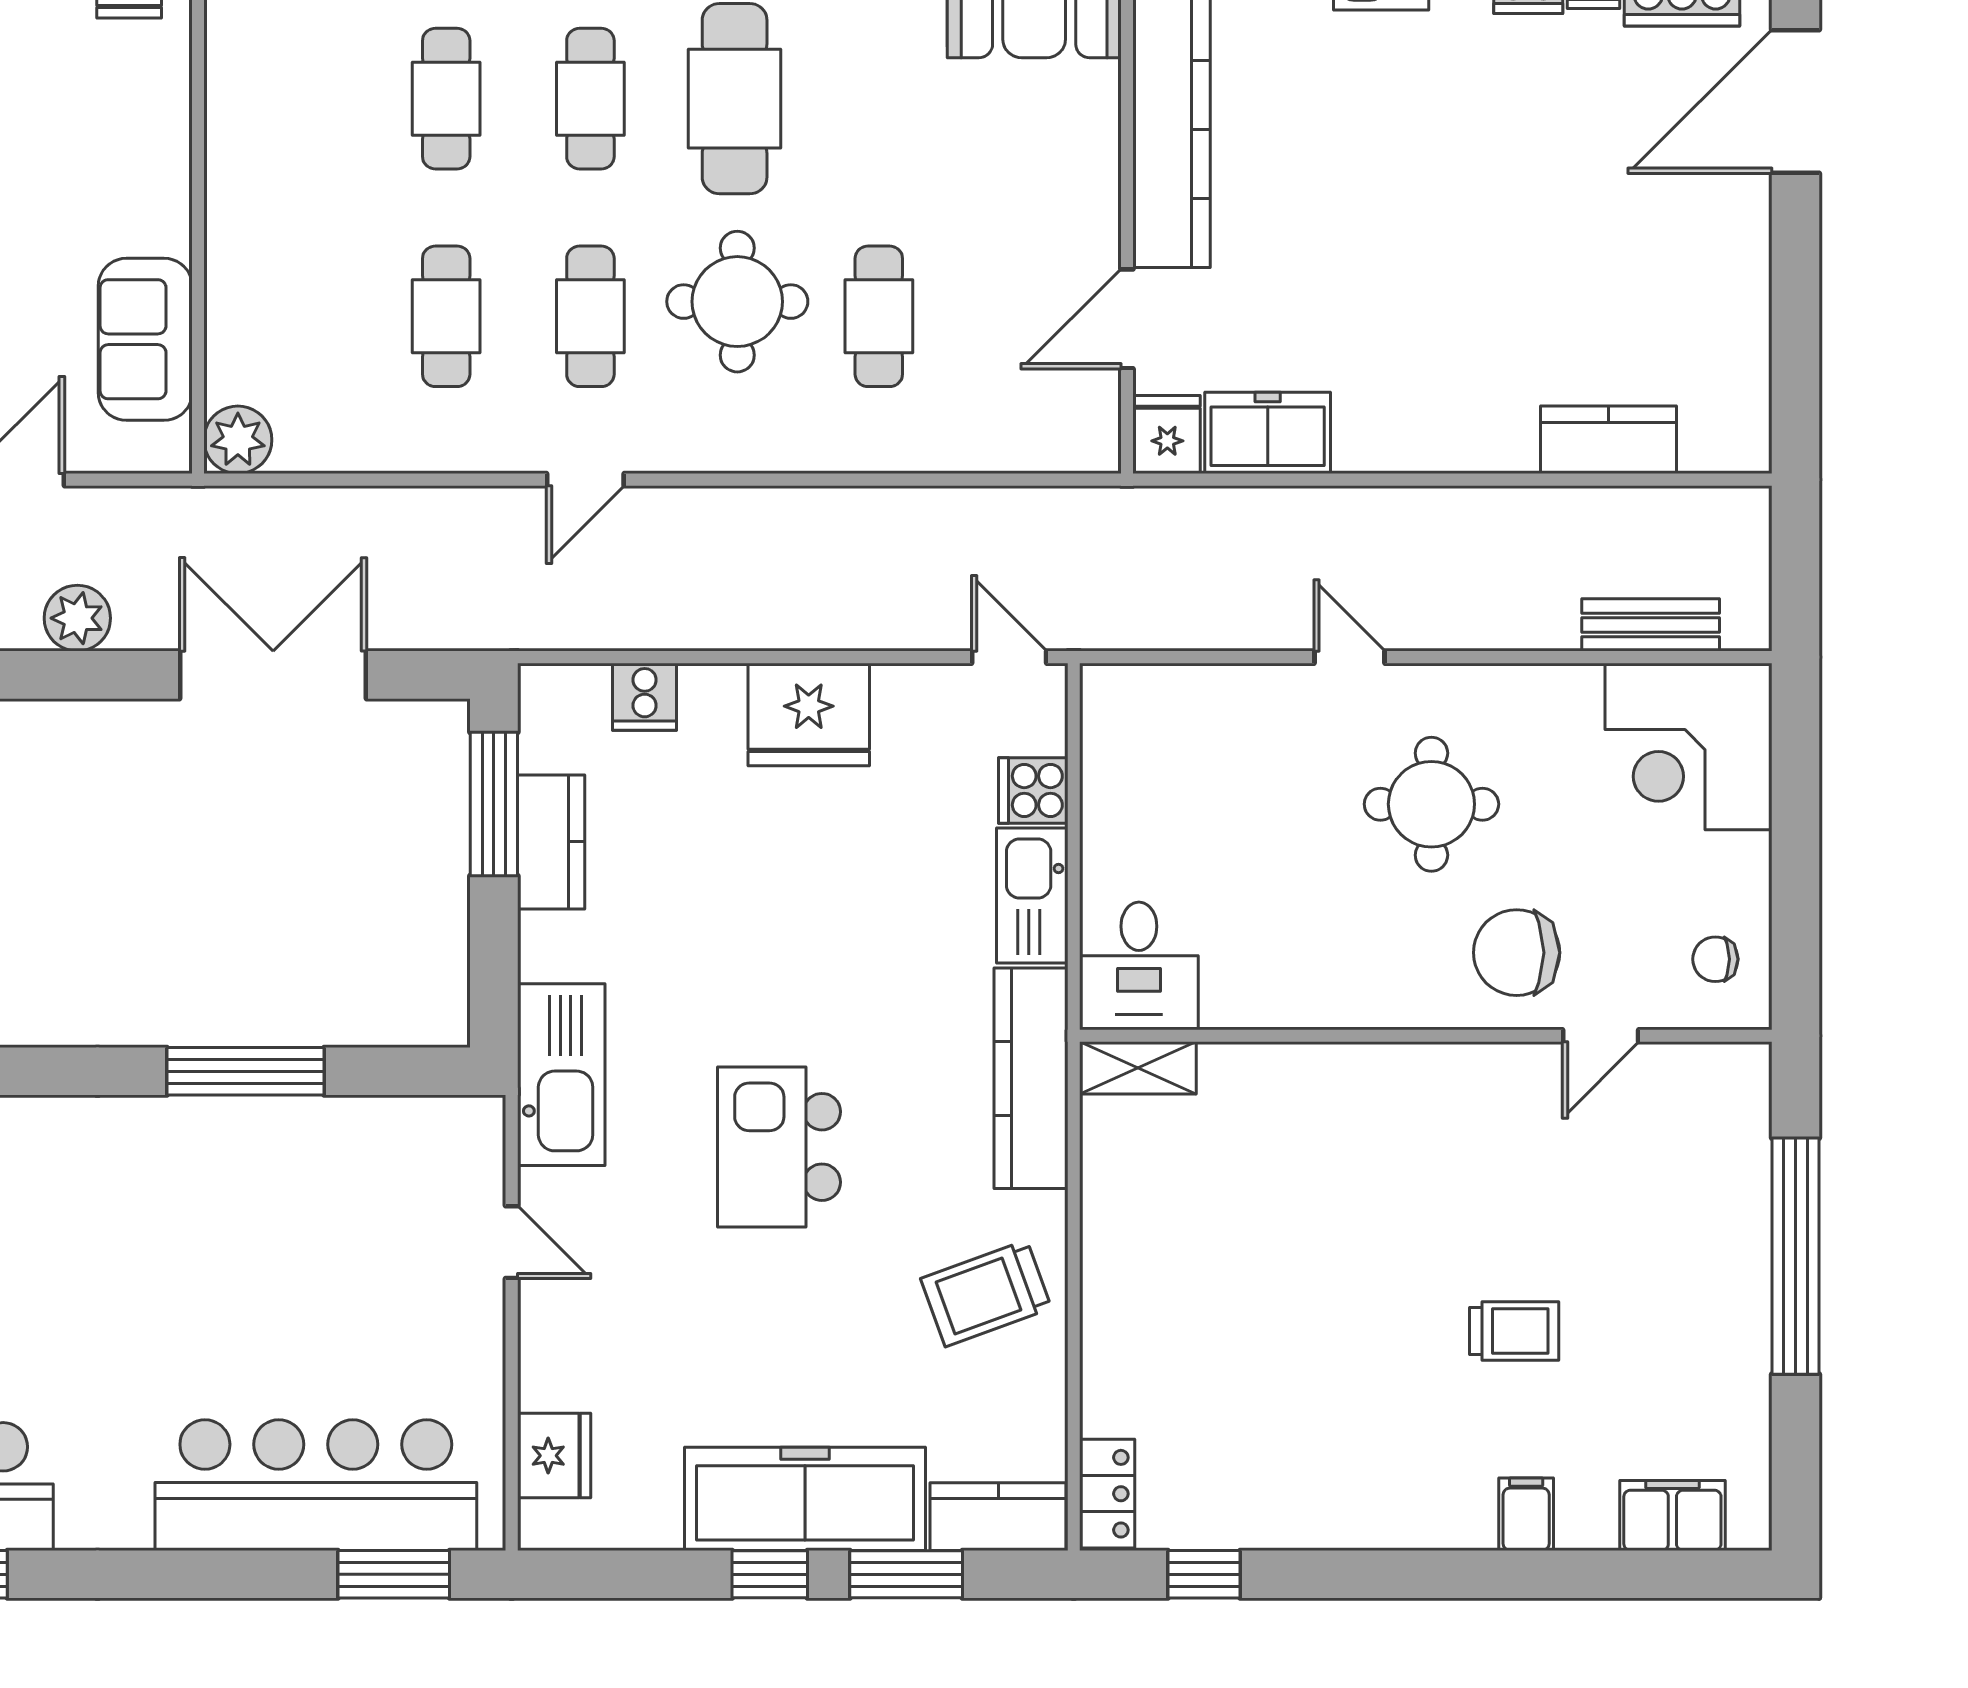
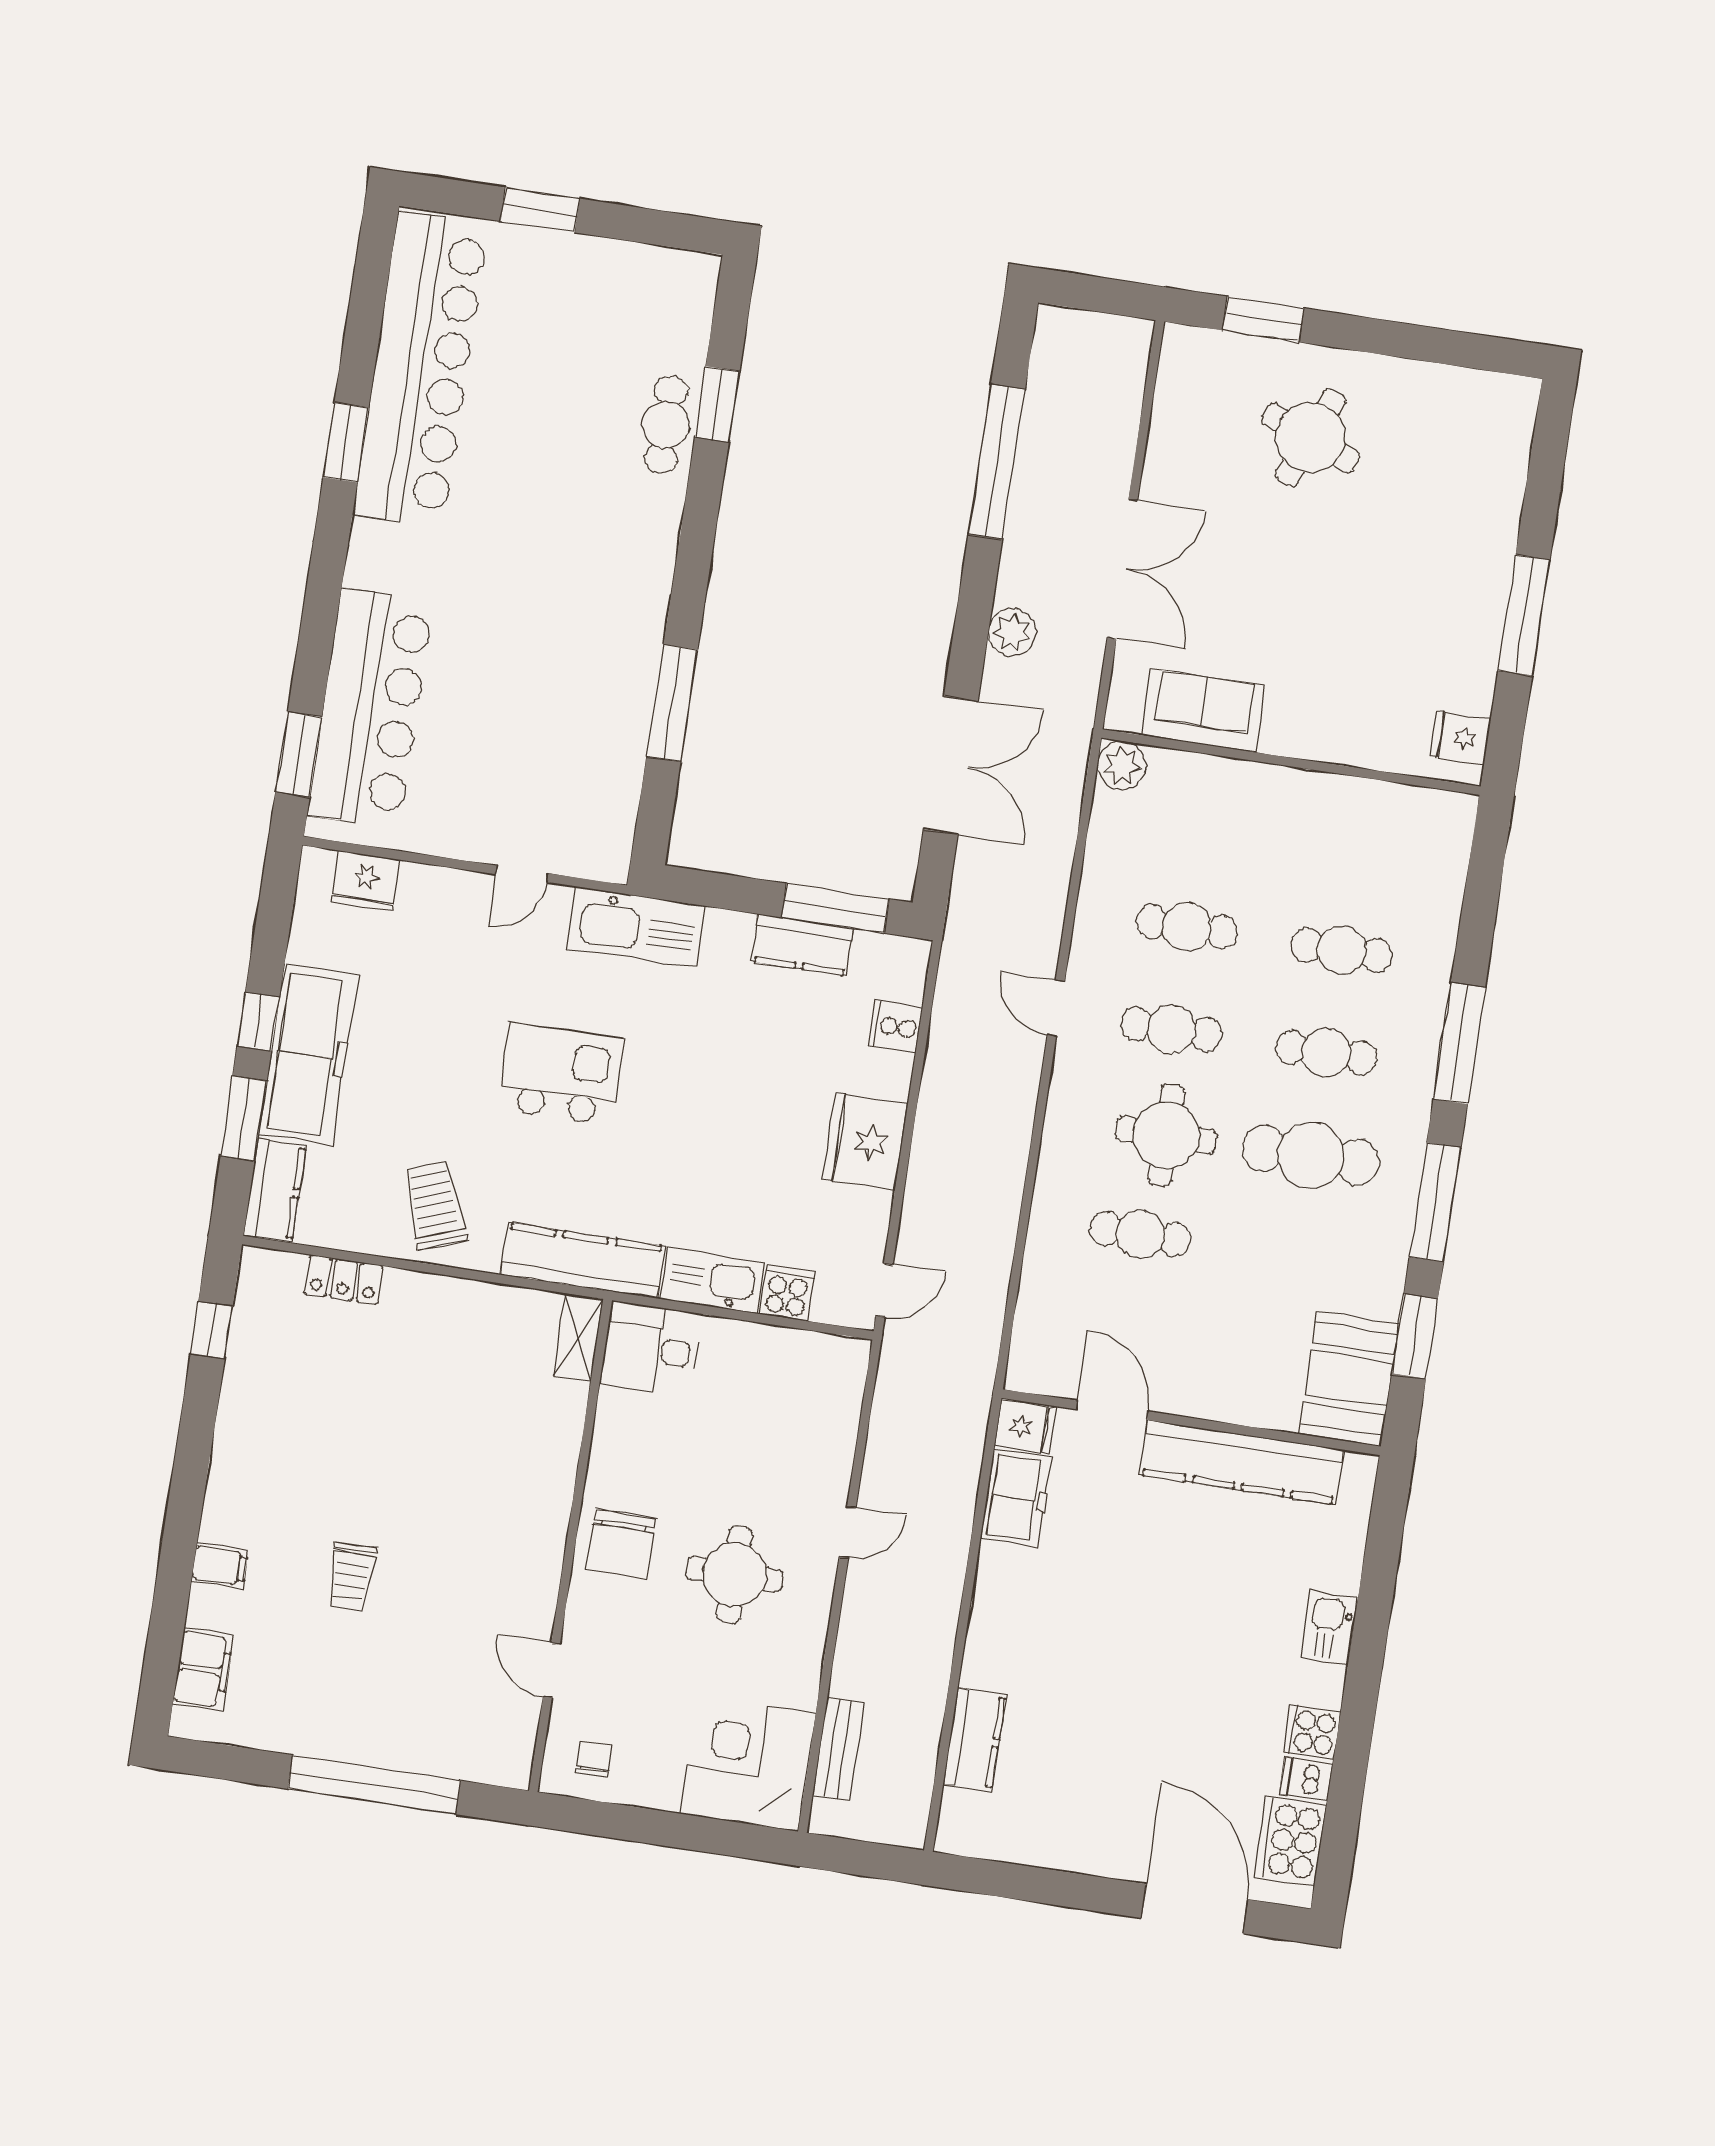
chair: (1517, 953) -> (621, 1544), moved, turned 180
locker: (1107, 1494) -> (344, 1280), moved

